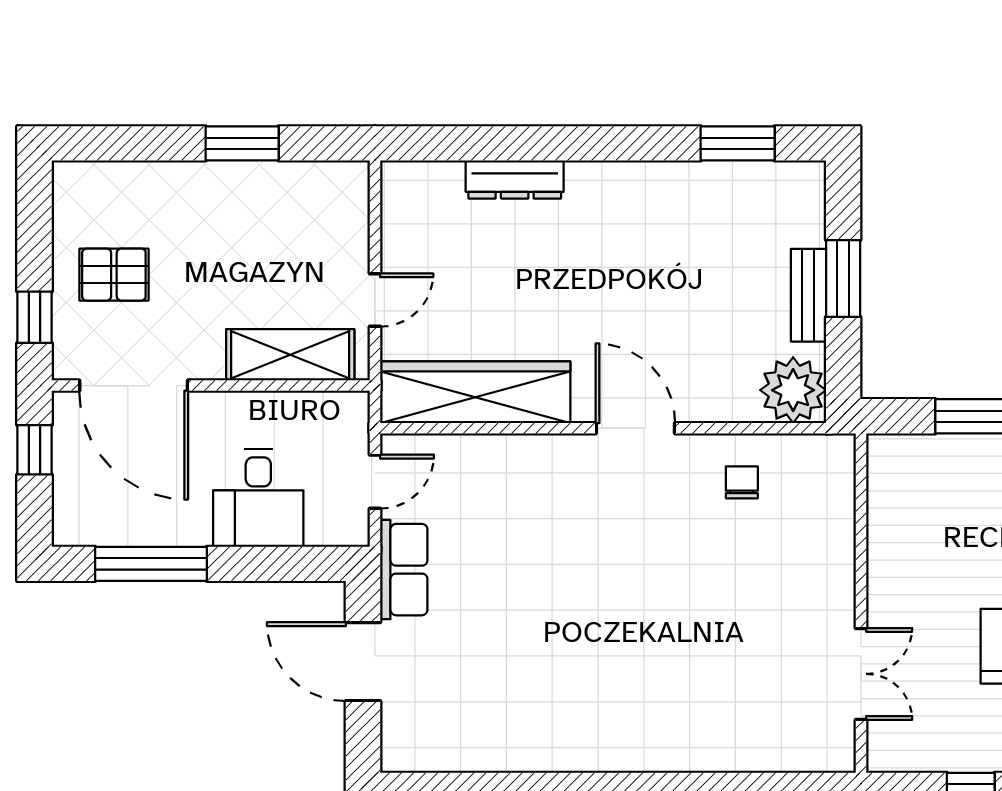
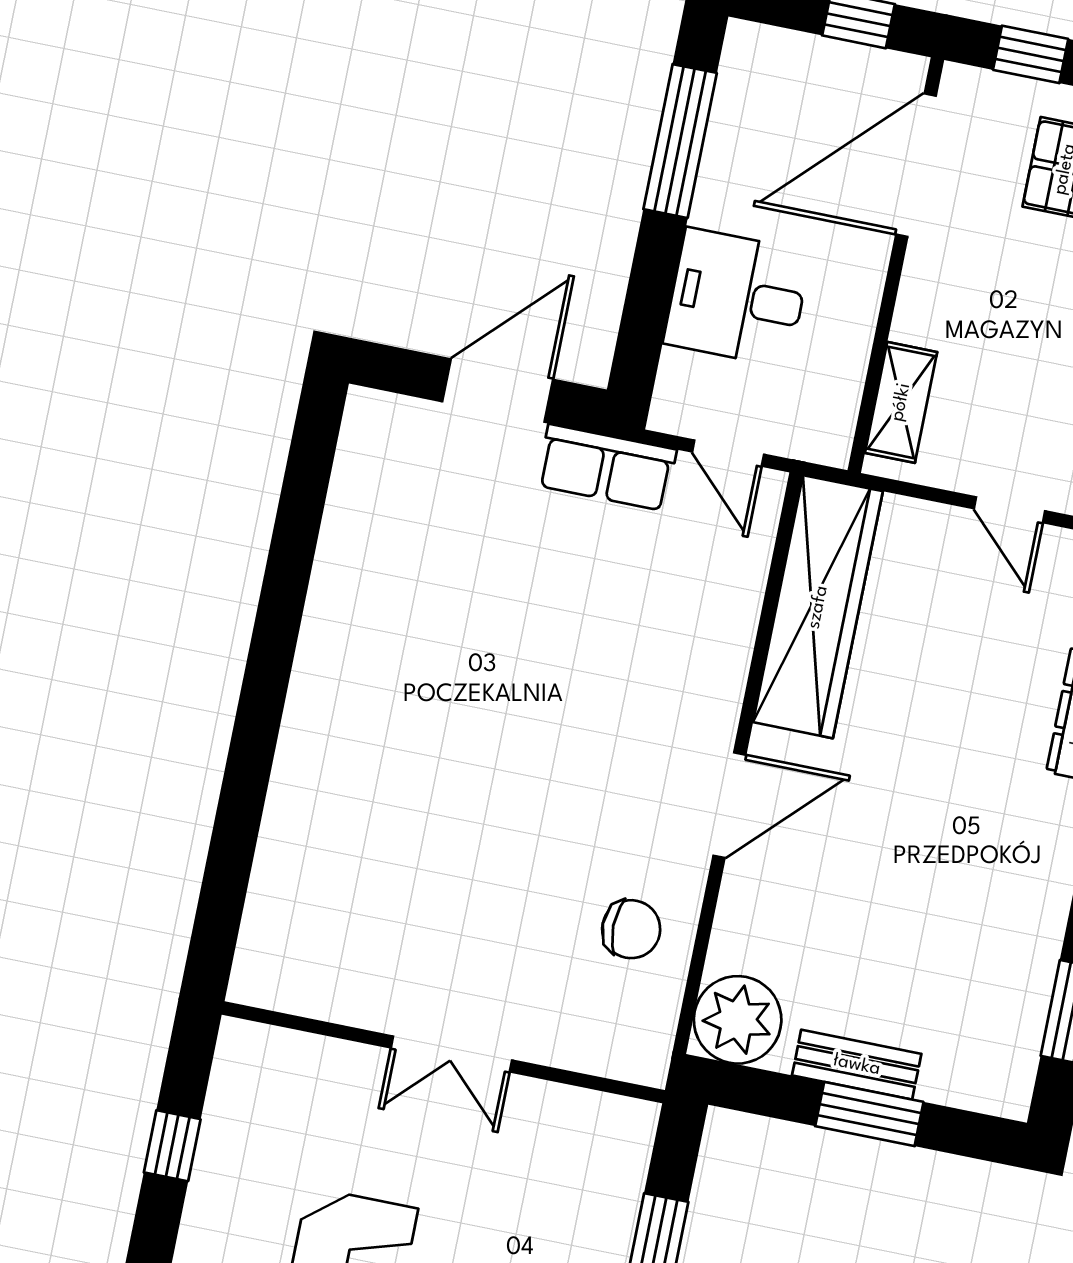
door: (375, 300) -> (1009, 510), moved
shelving: (290, 355) -> (901, 402), width x0.67, depth x0.75
chair: (742, 482) -> (631, 929), width x1.37, depth x1.37
double door: (861, 674) -> (451, 1054), moved

